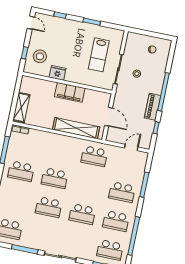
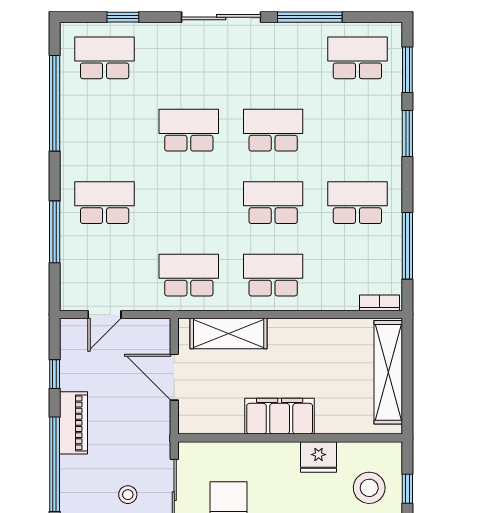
shelving: (21, 108) -> (388, 372), width x1.47
shelving: (76, 128) -> (229, 333), width x0.68
school desk: (116, 221) -> (273, 275), moved

